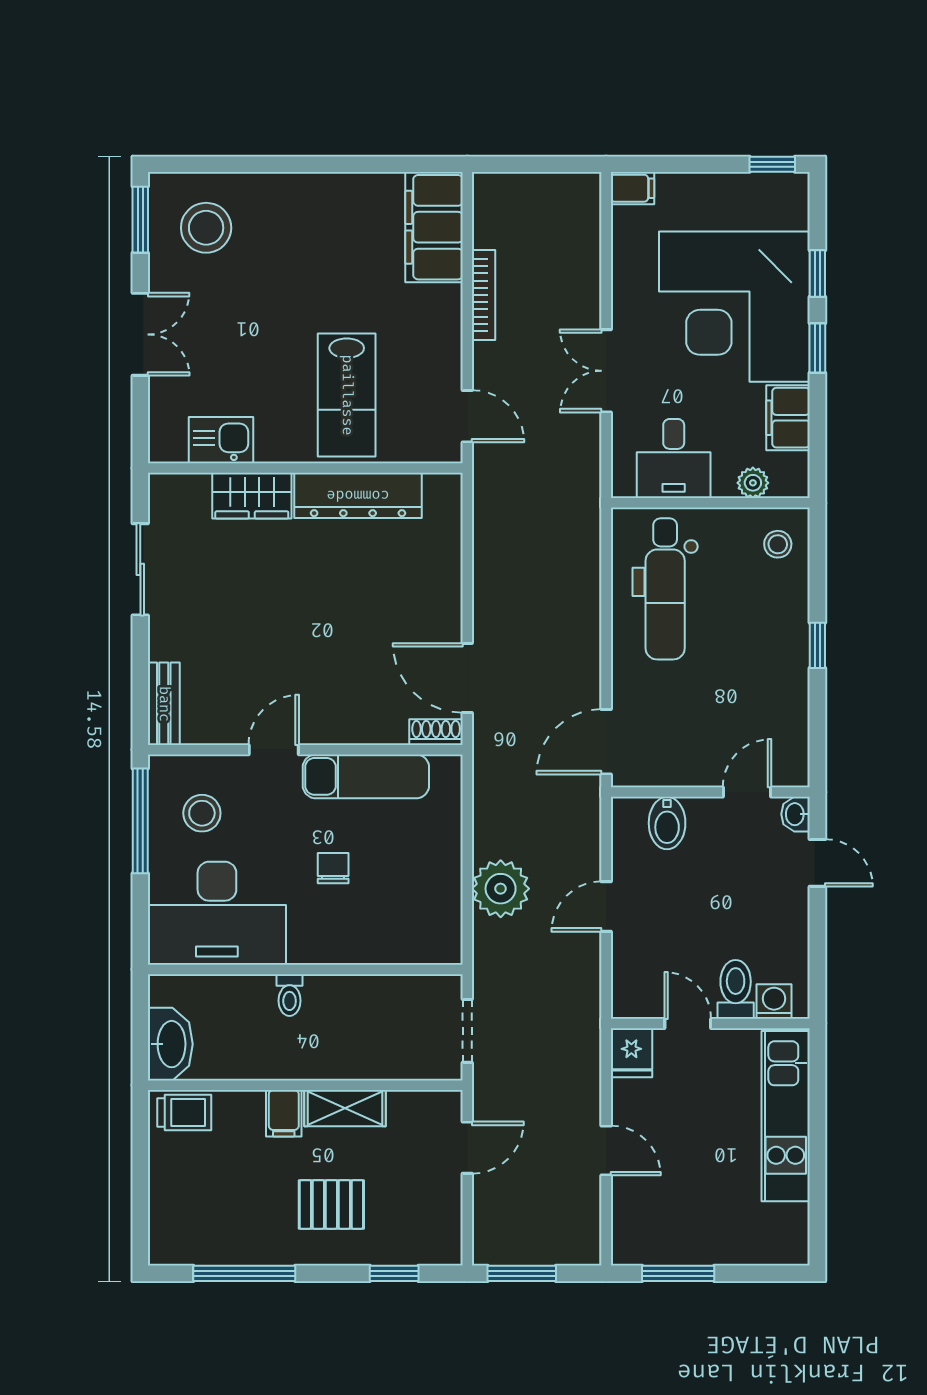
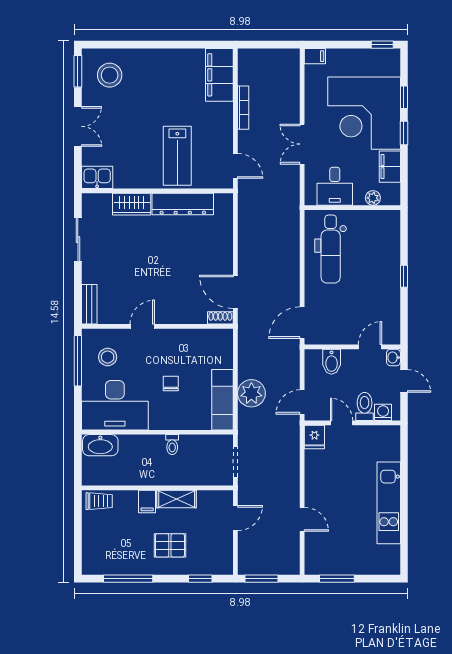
kitchen sink: (221, 440) -> (97, 177), moved
stool: (778, 544) -> (385, 228), removed
exam couch: (366, 776) -> (223, 400), moved, turned 90
toilet: (736, 989) -> (365, 407), moved
toilet: (290, 995) -> (172, 445), moved
washing machine: (774, 1001) -> (383, 412), moved
door: (688, 1023) -> (342, 423), moved
wall: (710, 1023) -> (352, 423), moved
washbasin: (170, 1044) -> (100, 445), moved, turned 90
fridge: (631, 1053) -> (314, 437), moved

